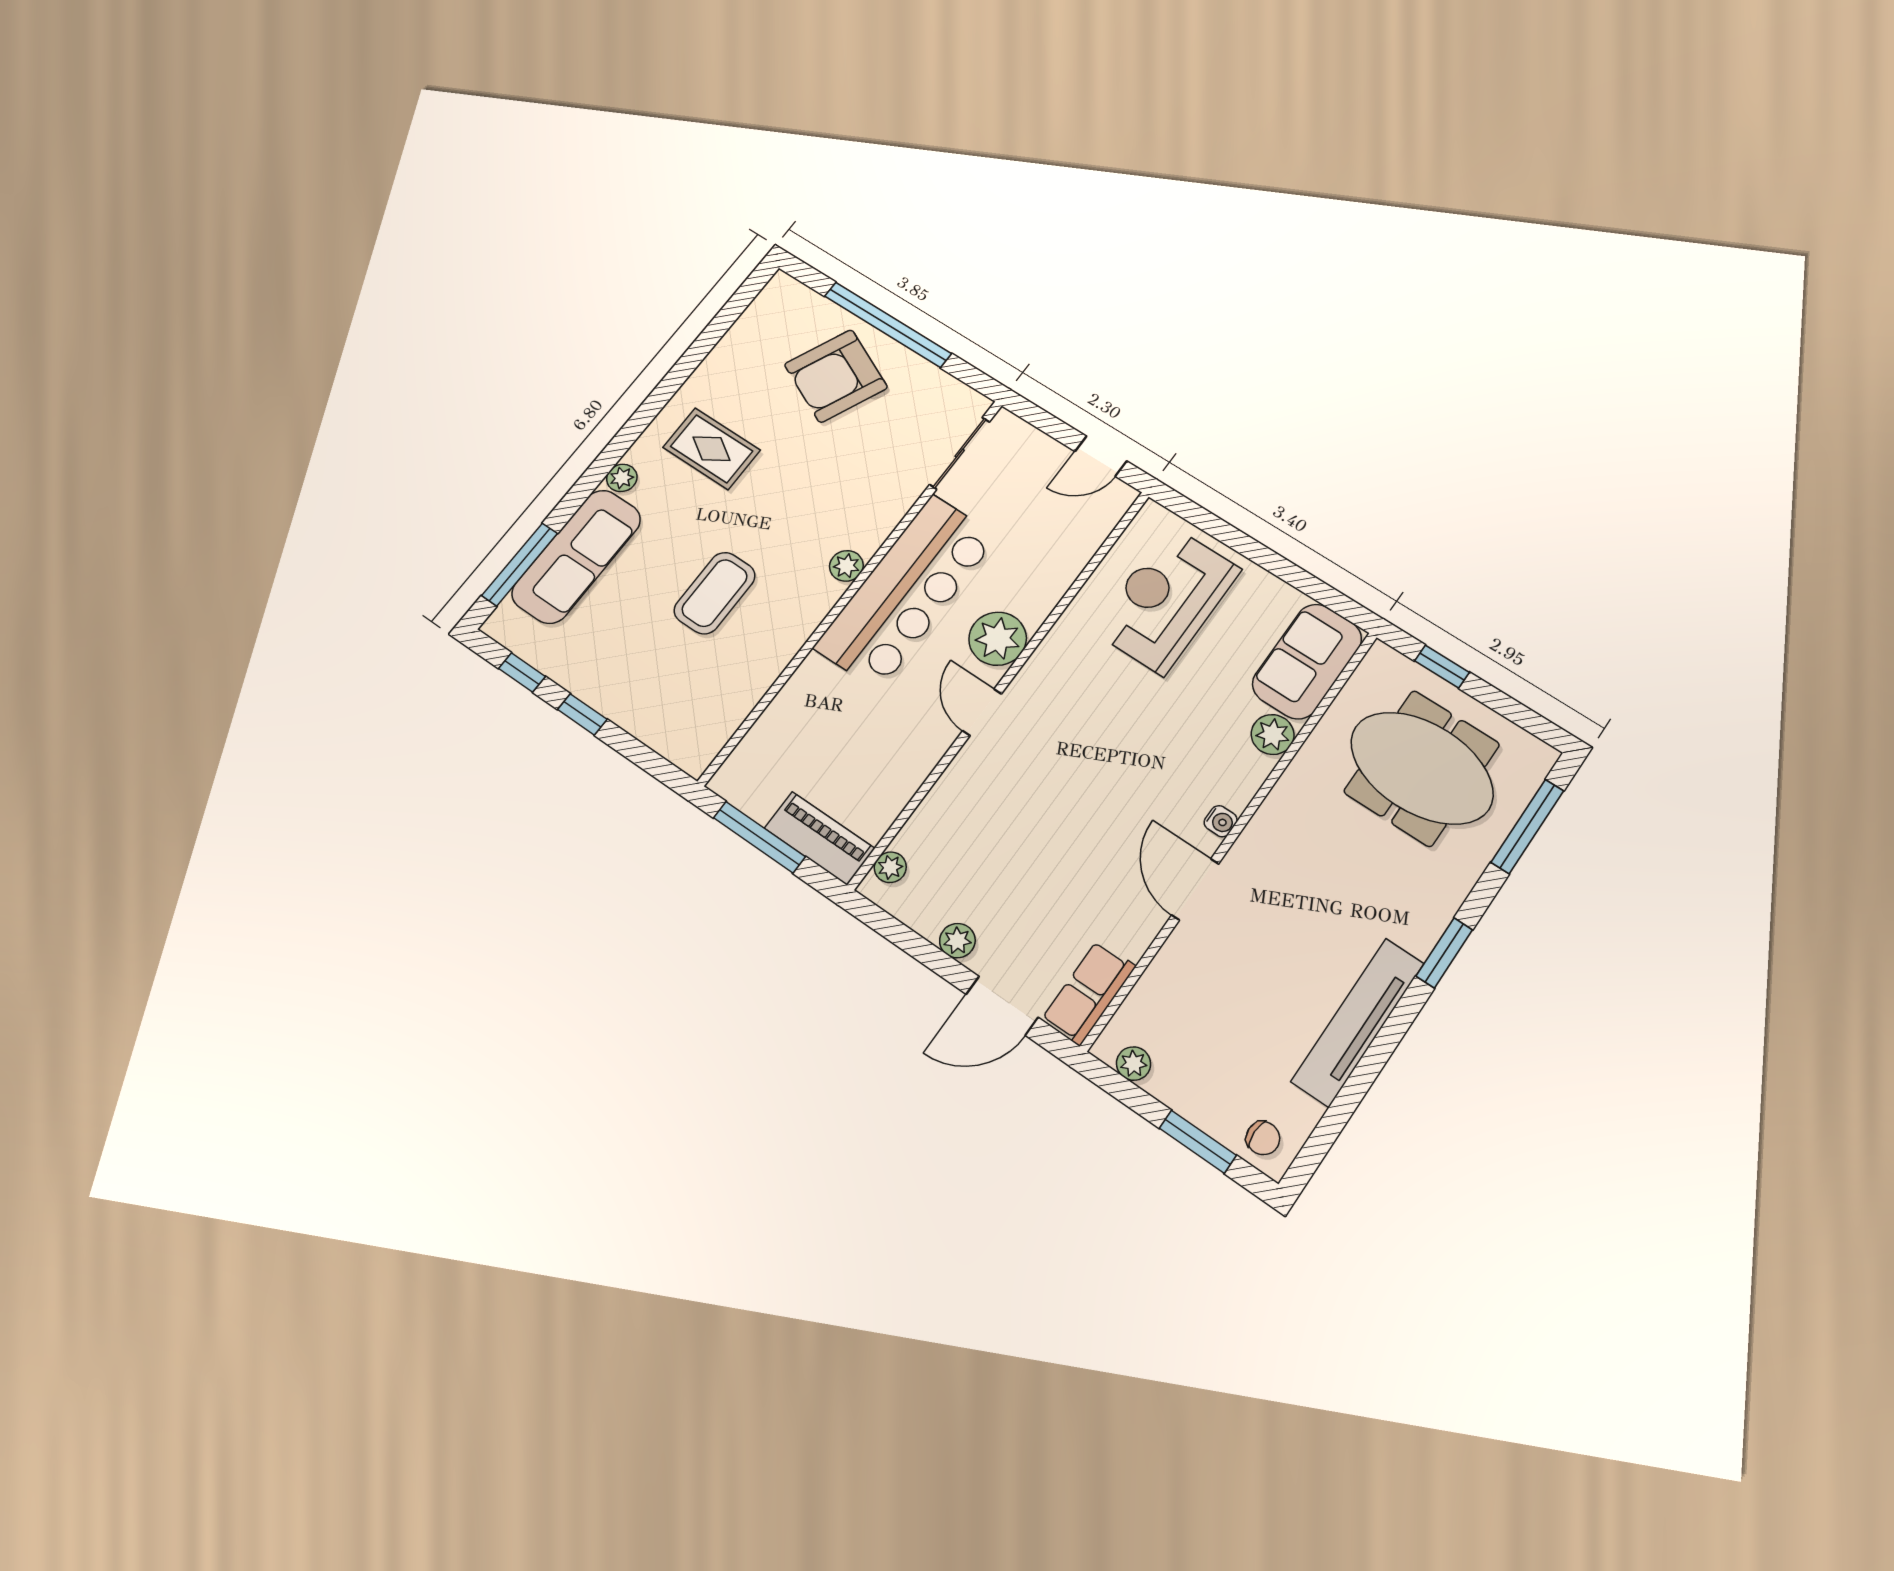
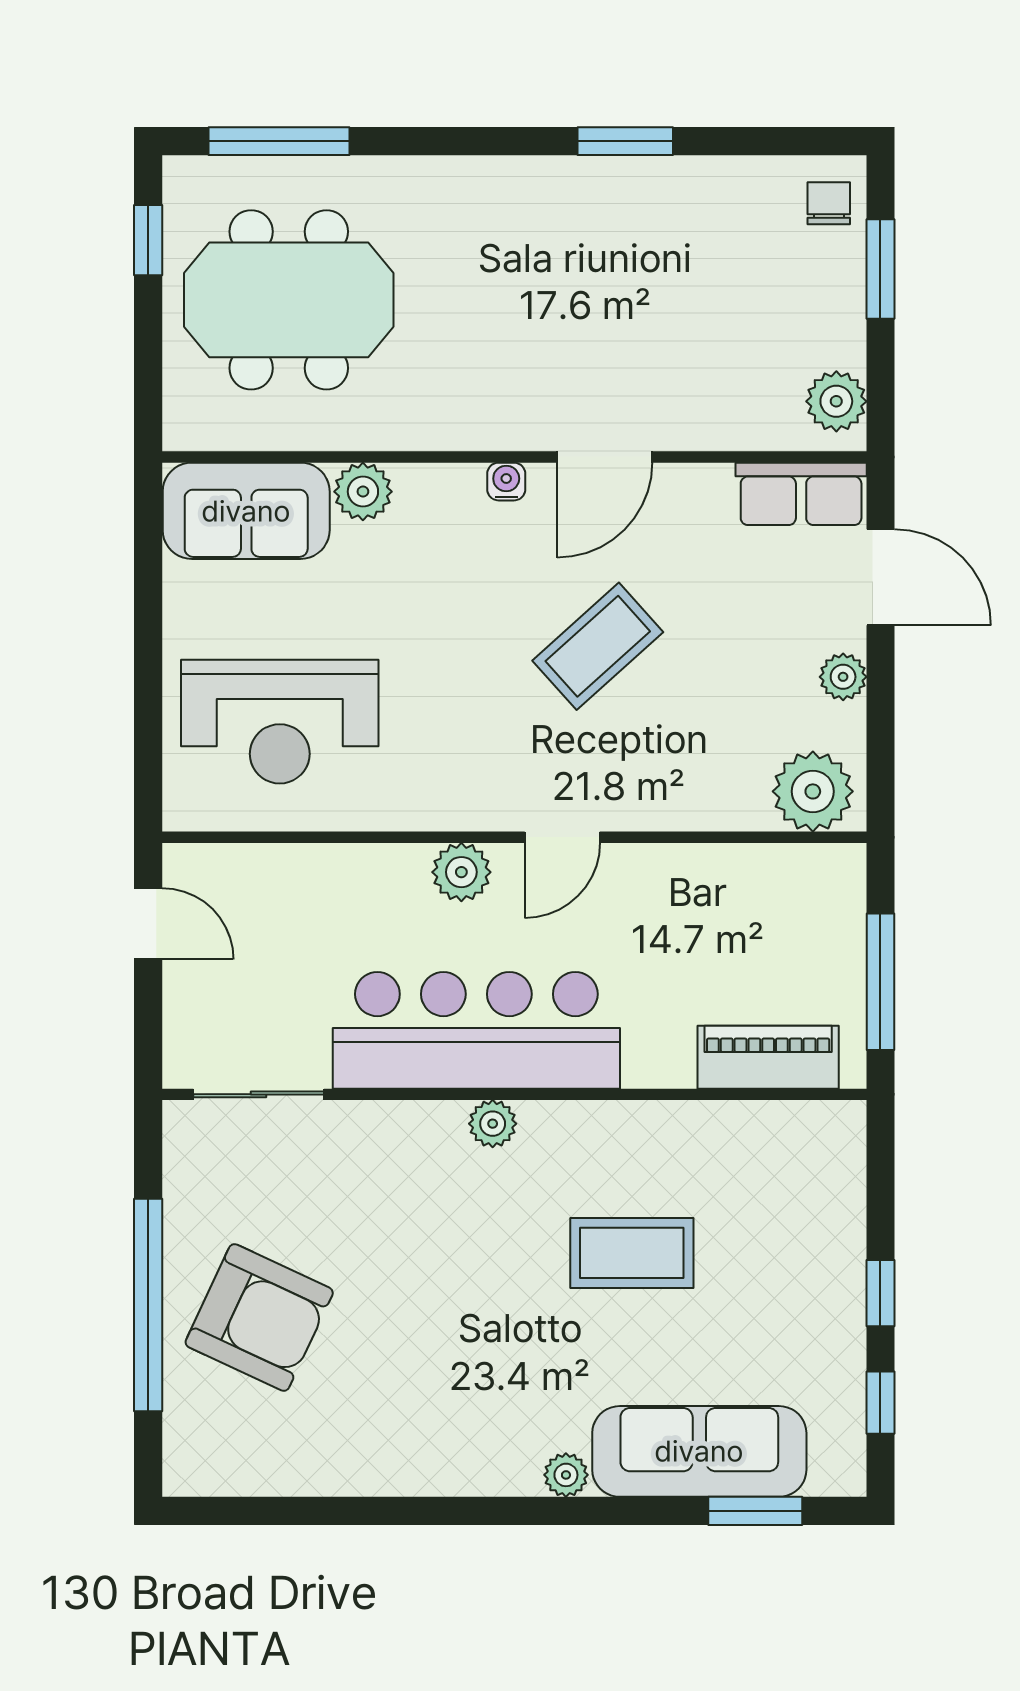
rug: (712, 449) -> (456, 1396), removed
window: (520, 564) -> (755, 1511), width x0.69
plant: (998, 639) -> (461, 872), width x0.73, depth x0.73
window: (1442, 667) -> (148, 240), moved
meeting table: (1422, 768) -> (289, 300), turned 90
coffee table: (1081, 808) -> (598, 646), added
piano: (819, 838) -> (768, 1057), moved, turned 90
plant: (890, 867) -> (813, 791), width x1.88, depth x1.88
window: (1444, 953) -> (625, 141), moved
tv unit: (1358, 1022) -> (632, 185), removed
plant: (1134, 1064) -> (836, 401), width x1.38, depth x1.38

